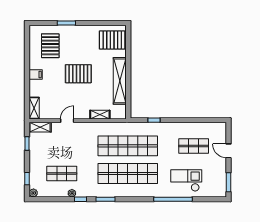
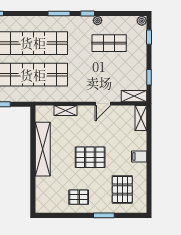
pallet: (112, 40) -> (79, 197), moved, width x0.67, depth x0.71

